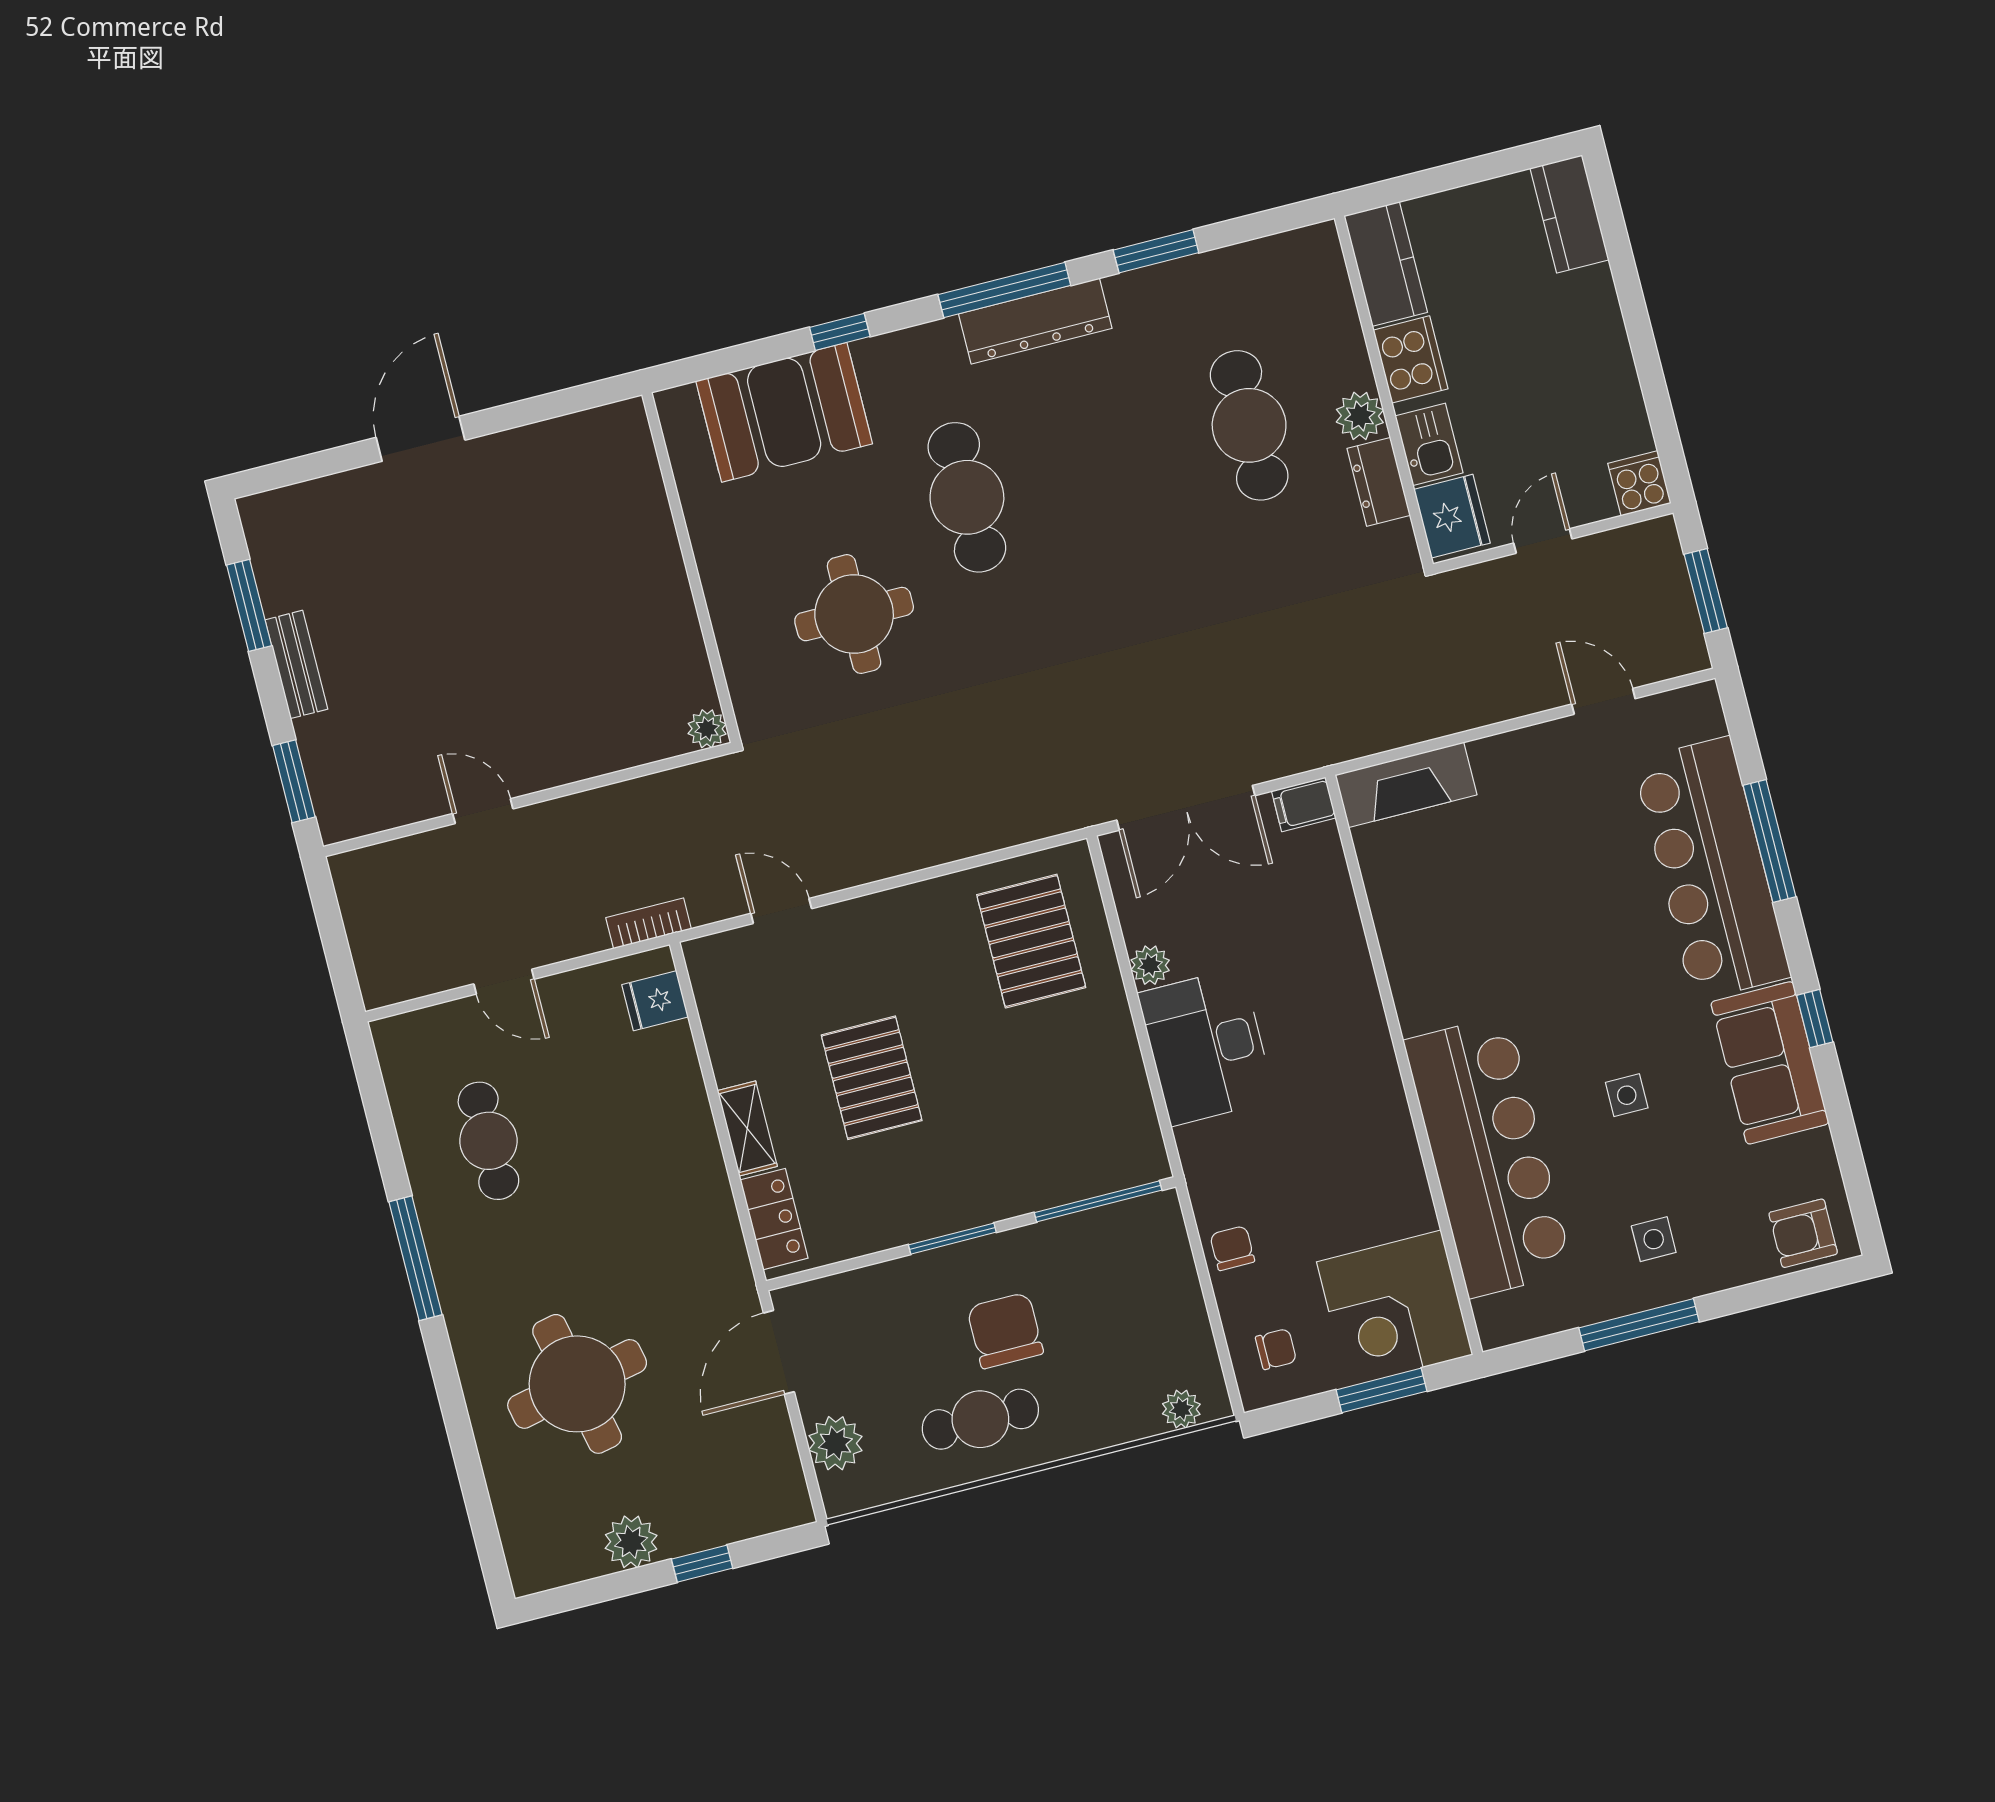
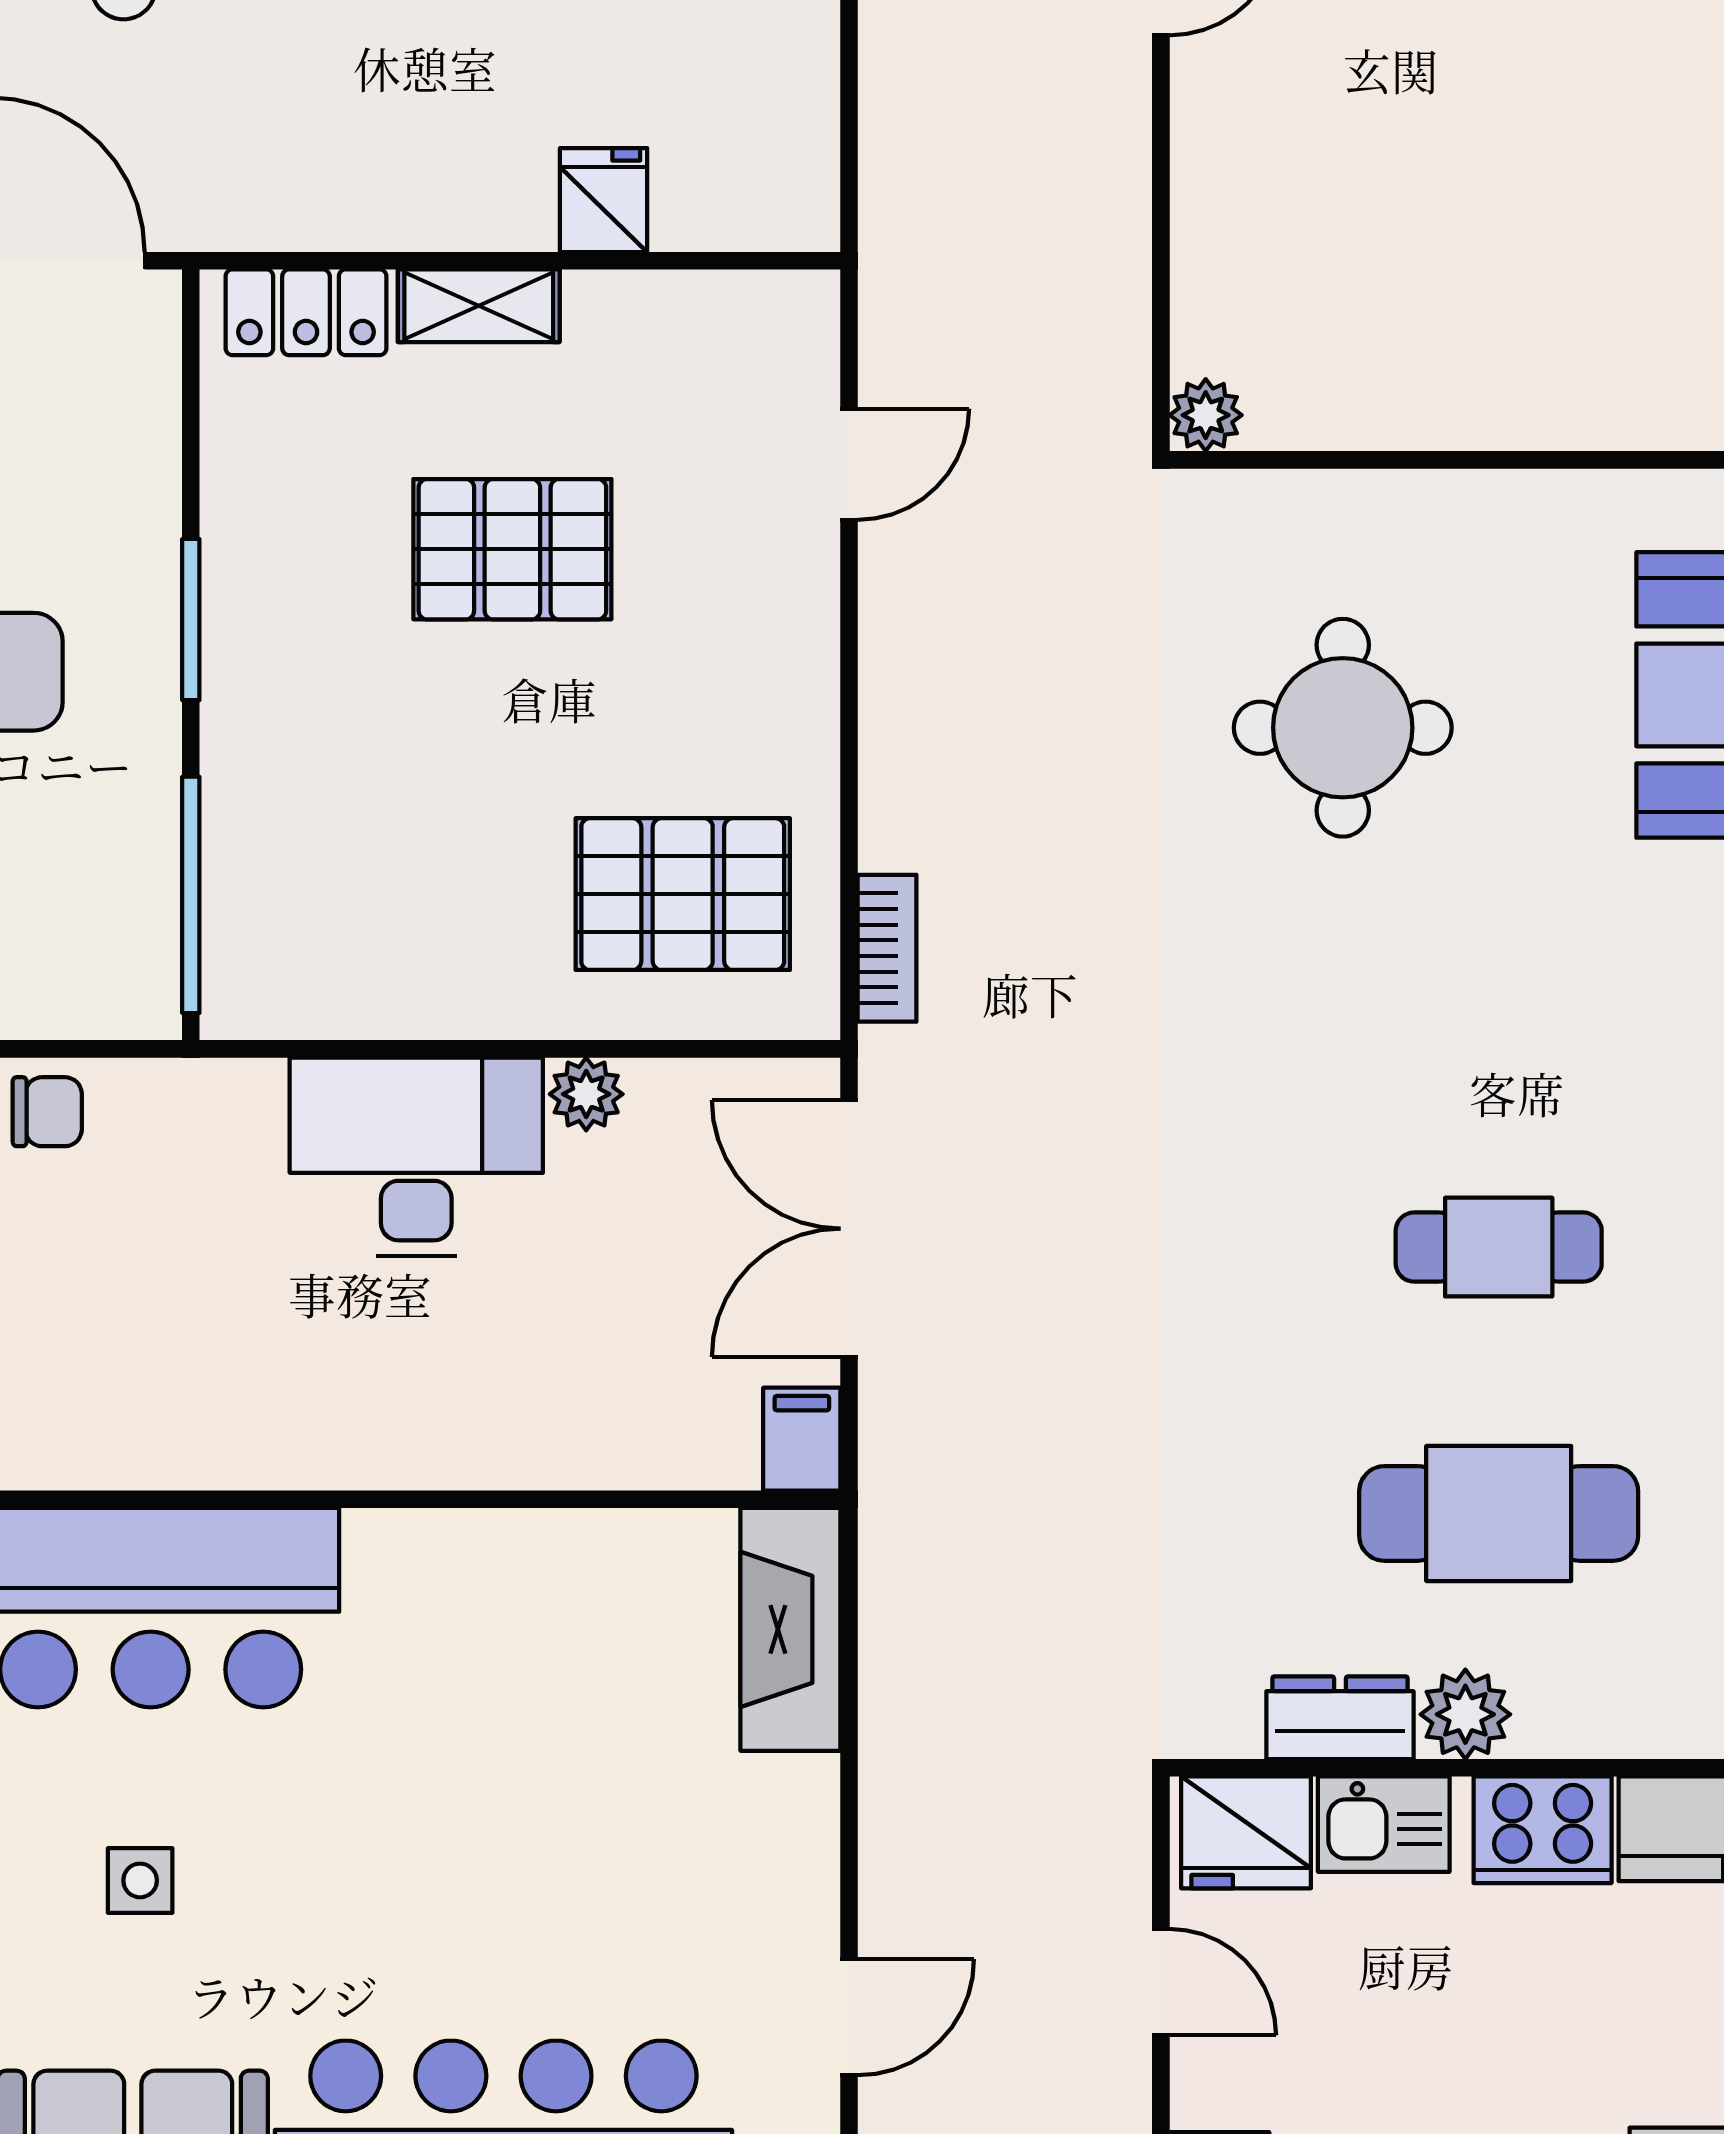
cafe table: (967, 497) -> (1499, 1247), moved, width x0.73, depth x0.74
bookcase: (649, 923) -> (887, 948), moved
fridge: (655, 1001) -> (604, 200), moved

